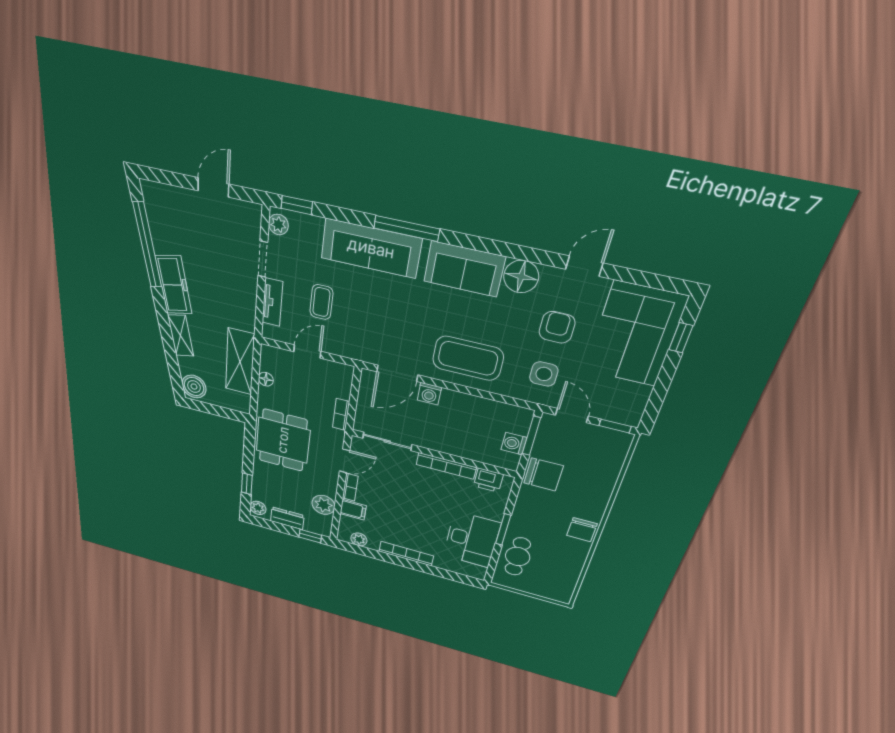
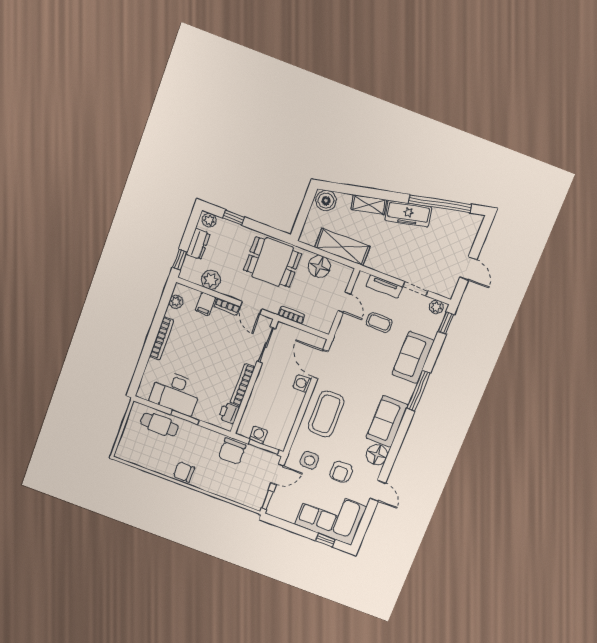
sofa: (371, 248) -> (413, 357), width x0.73
armchair: (557, 327) -> (341, 472), turned 90
floor lamp: (266, 379) -> (319, 267), width x1.89, depth x1.89

